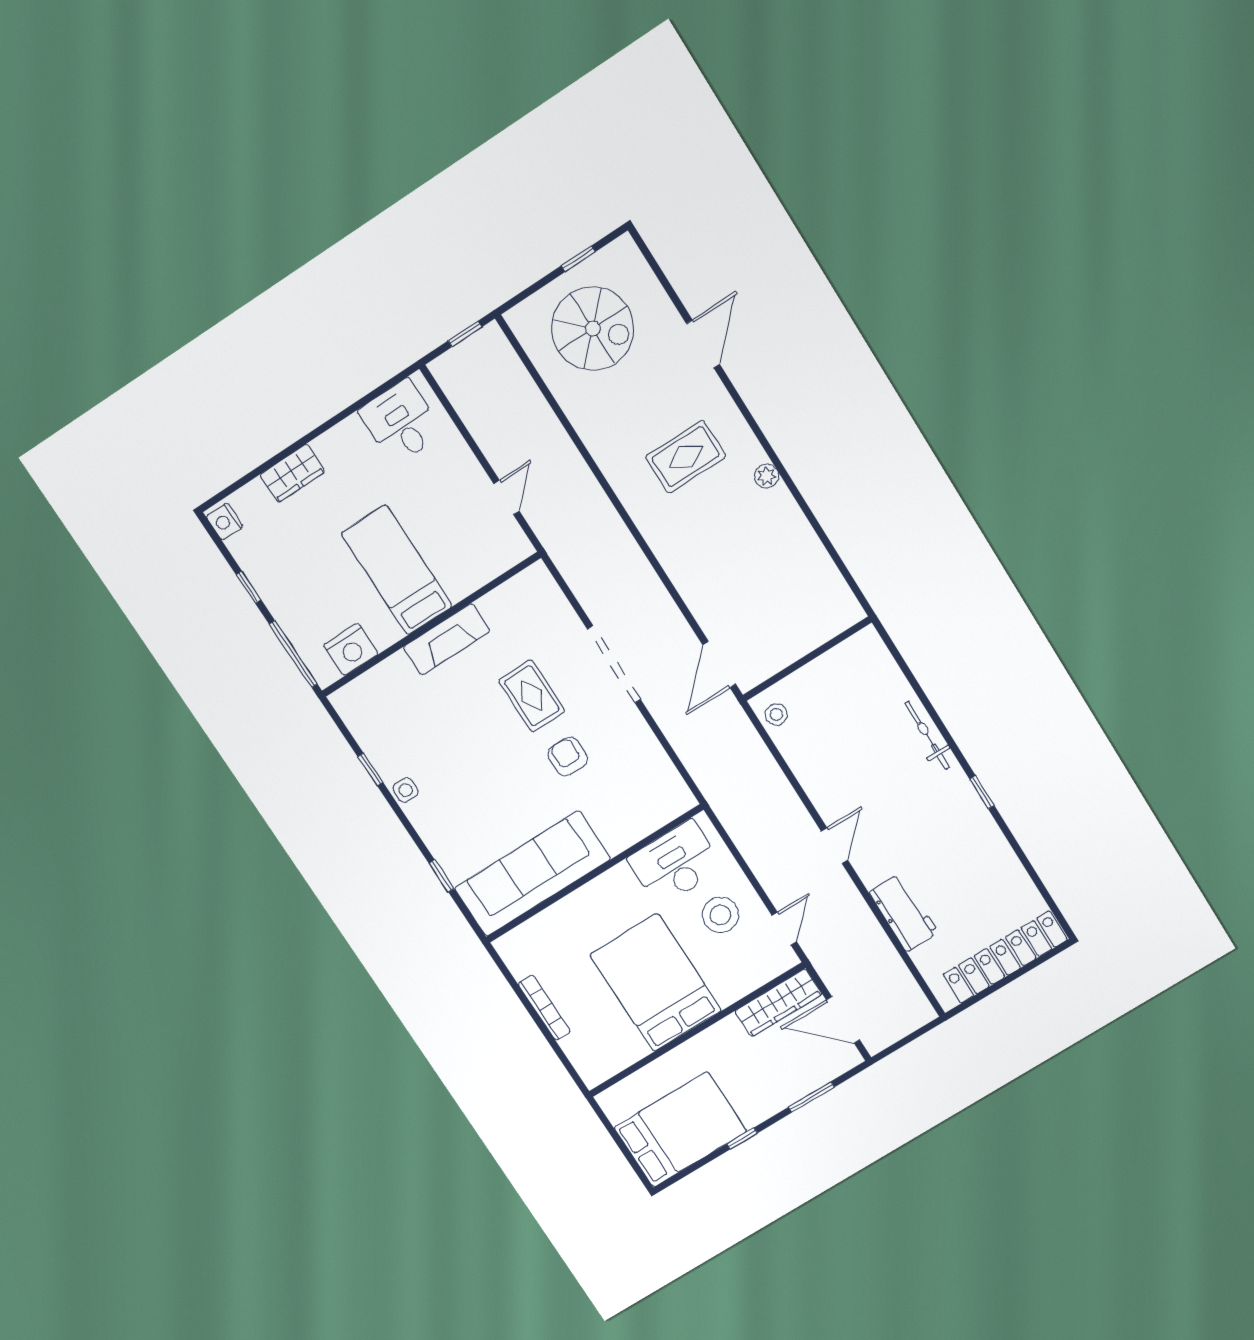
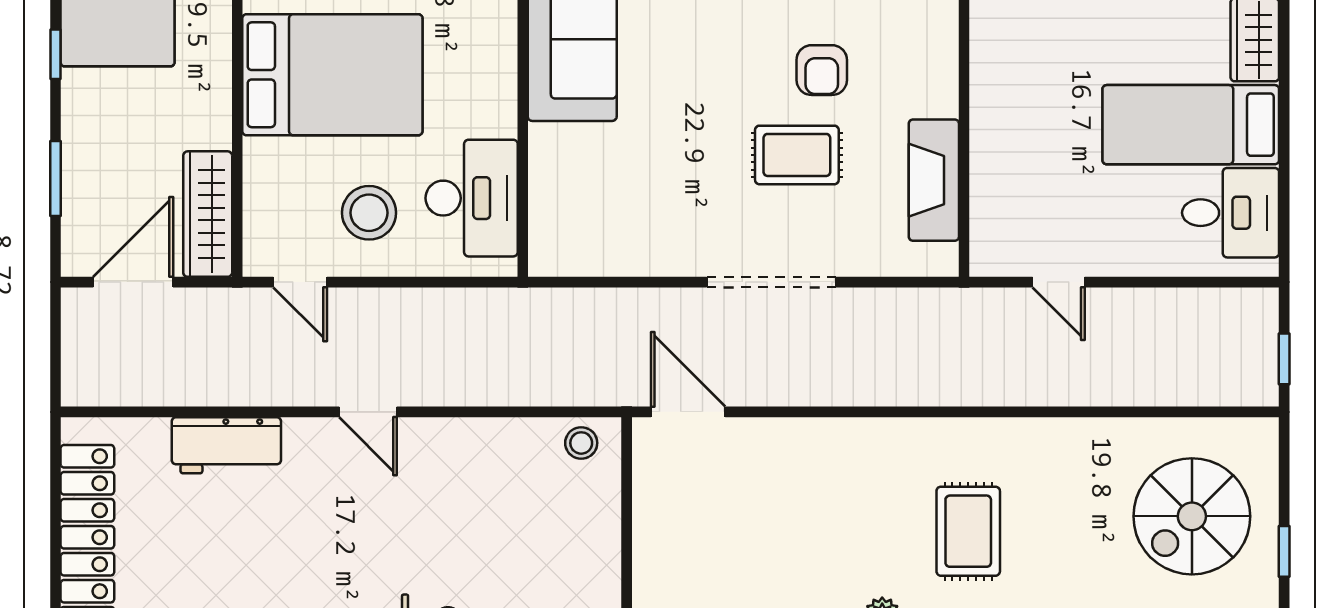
bed: (397, 570) -> (1191, 125), moved, turned 180
fireplace: (447, 639) -> (934, 180), moved
armchair: (568, 757) -> (822, 70), moved, turned 90

